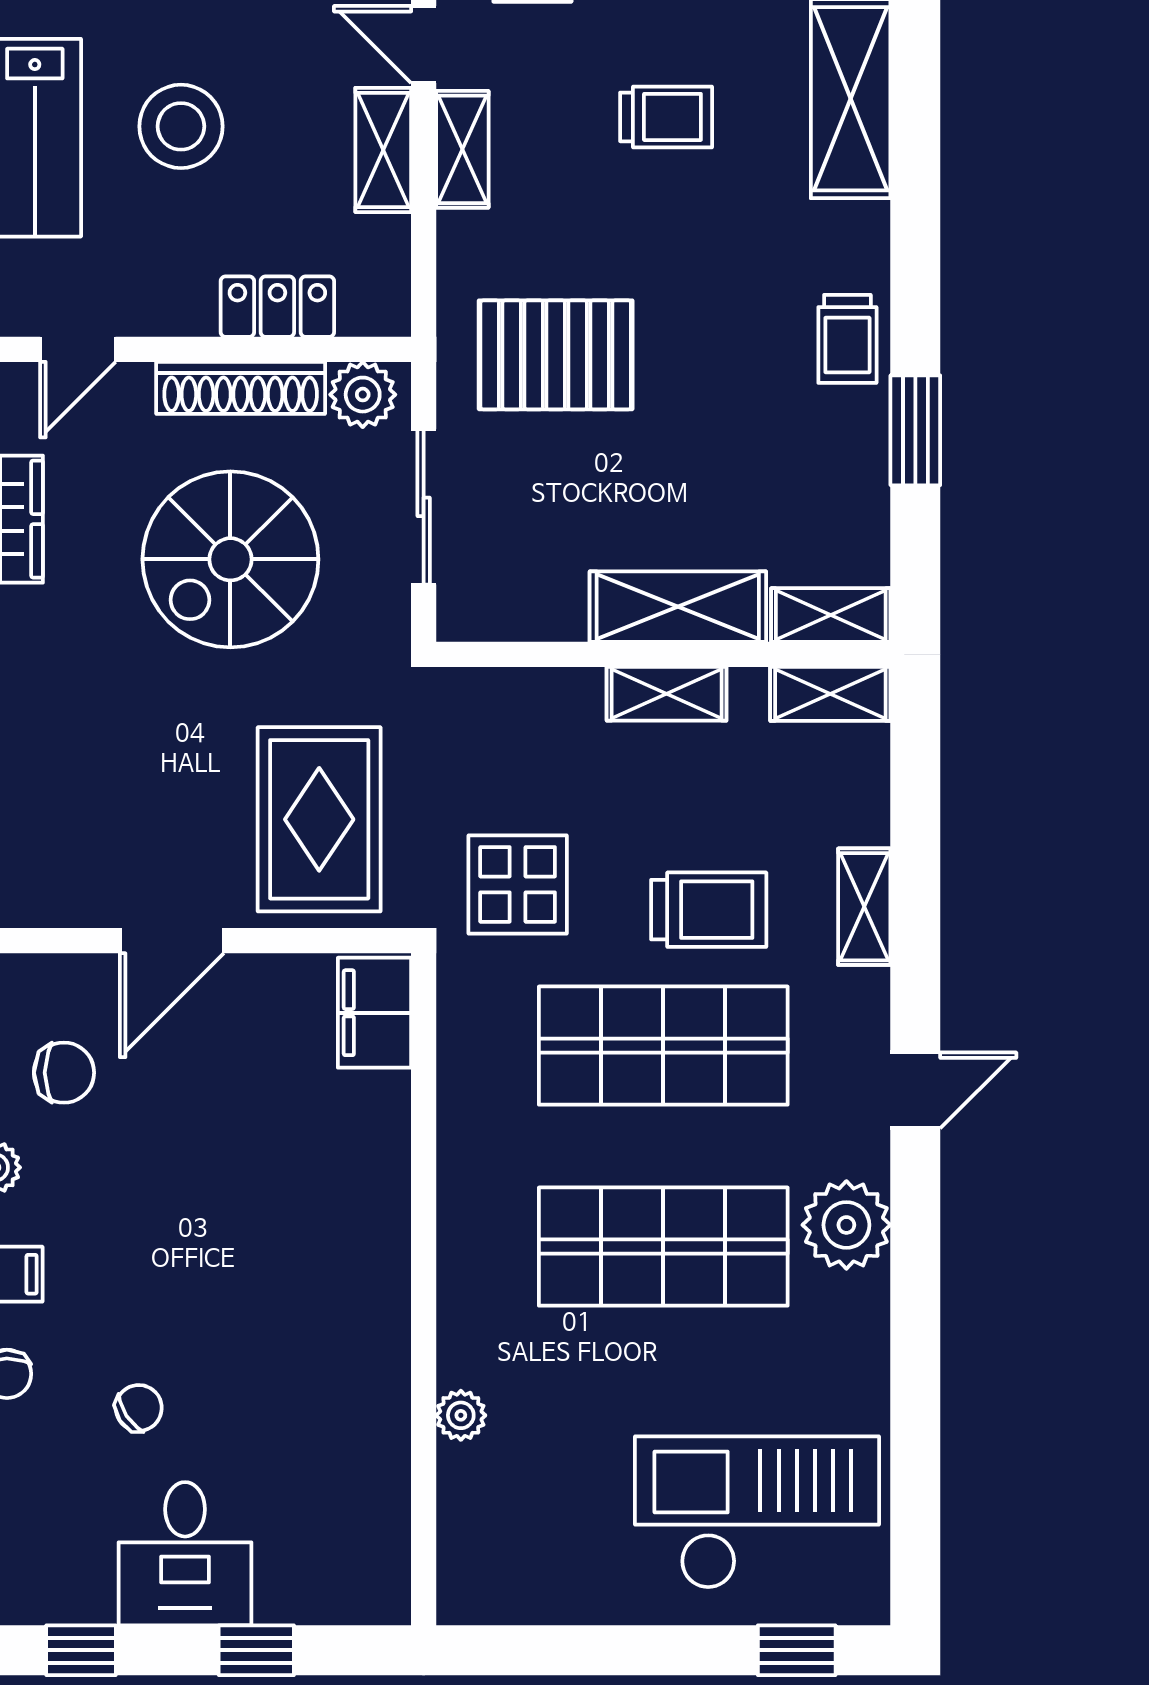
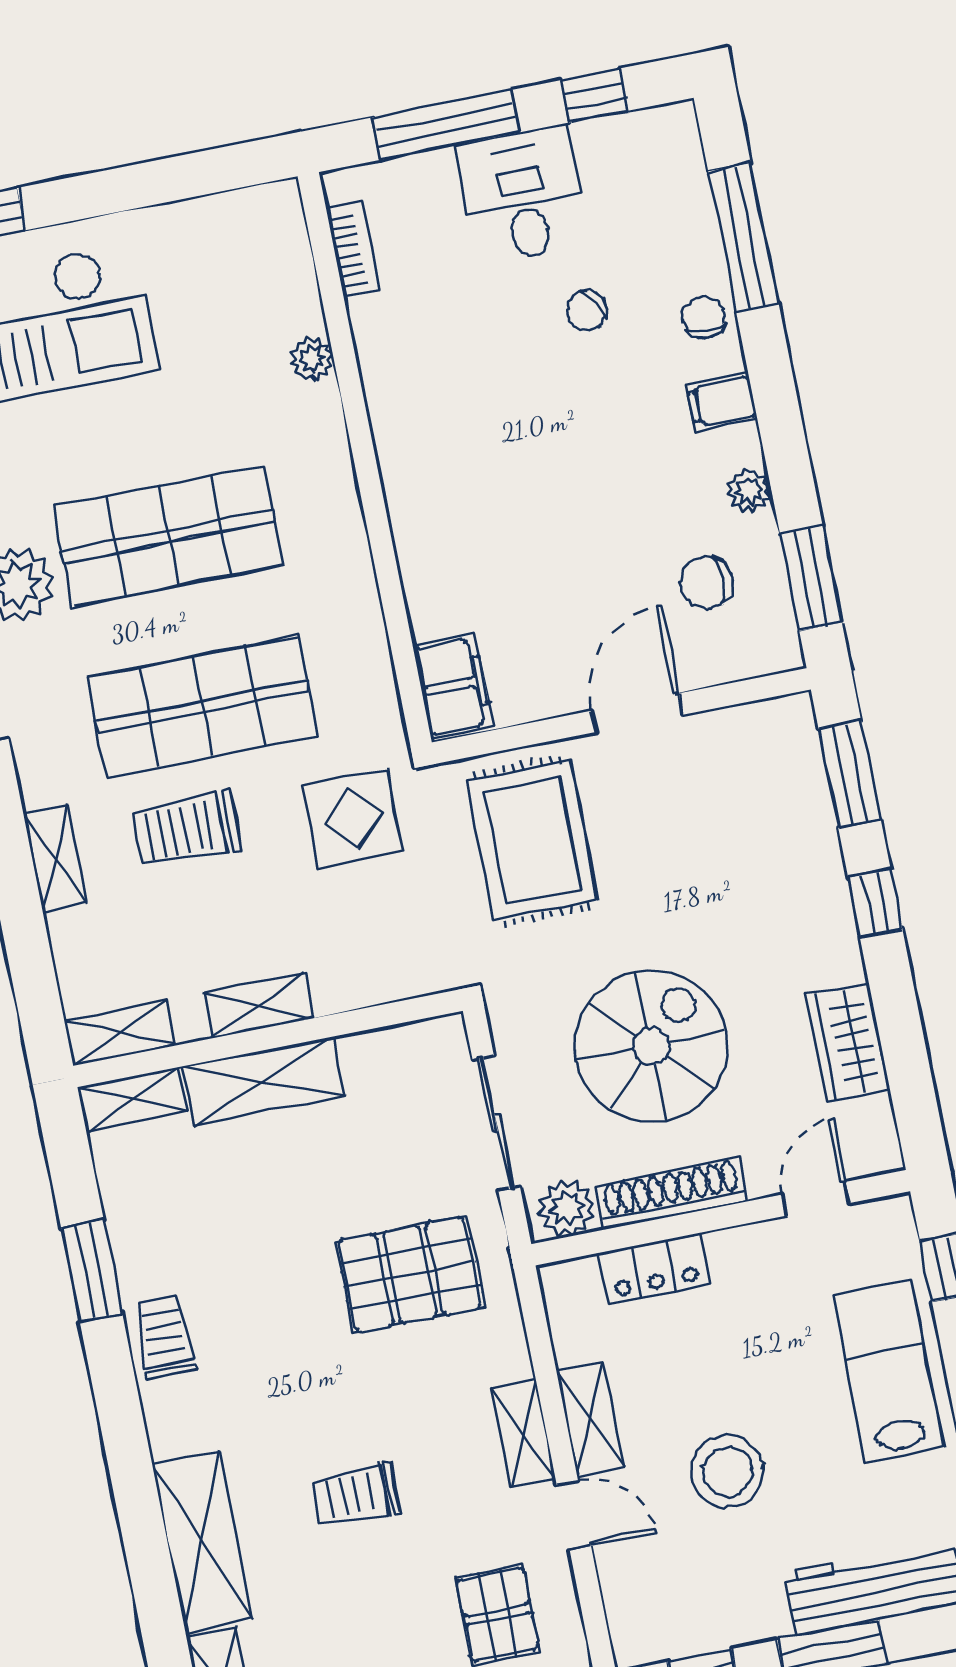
stool: (181, 126) -> (727, 1471), moved
bookcase: (390, 1530) -> (353, 250), added
window: (256, 1650) -> (446, 125), width x2.17

